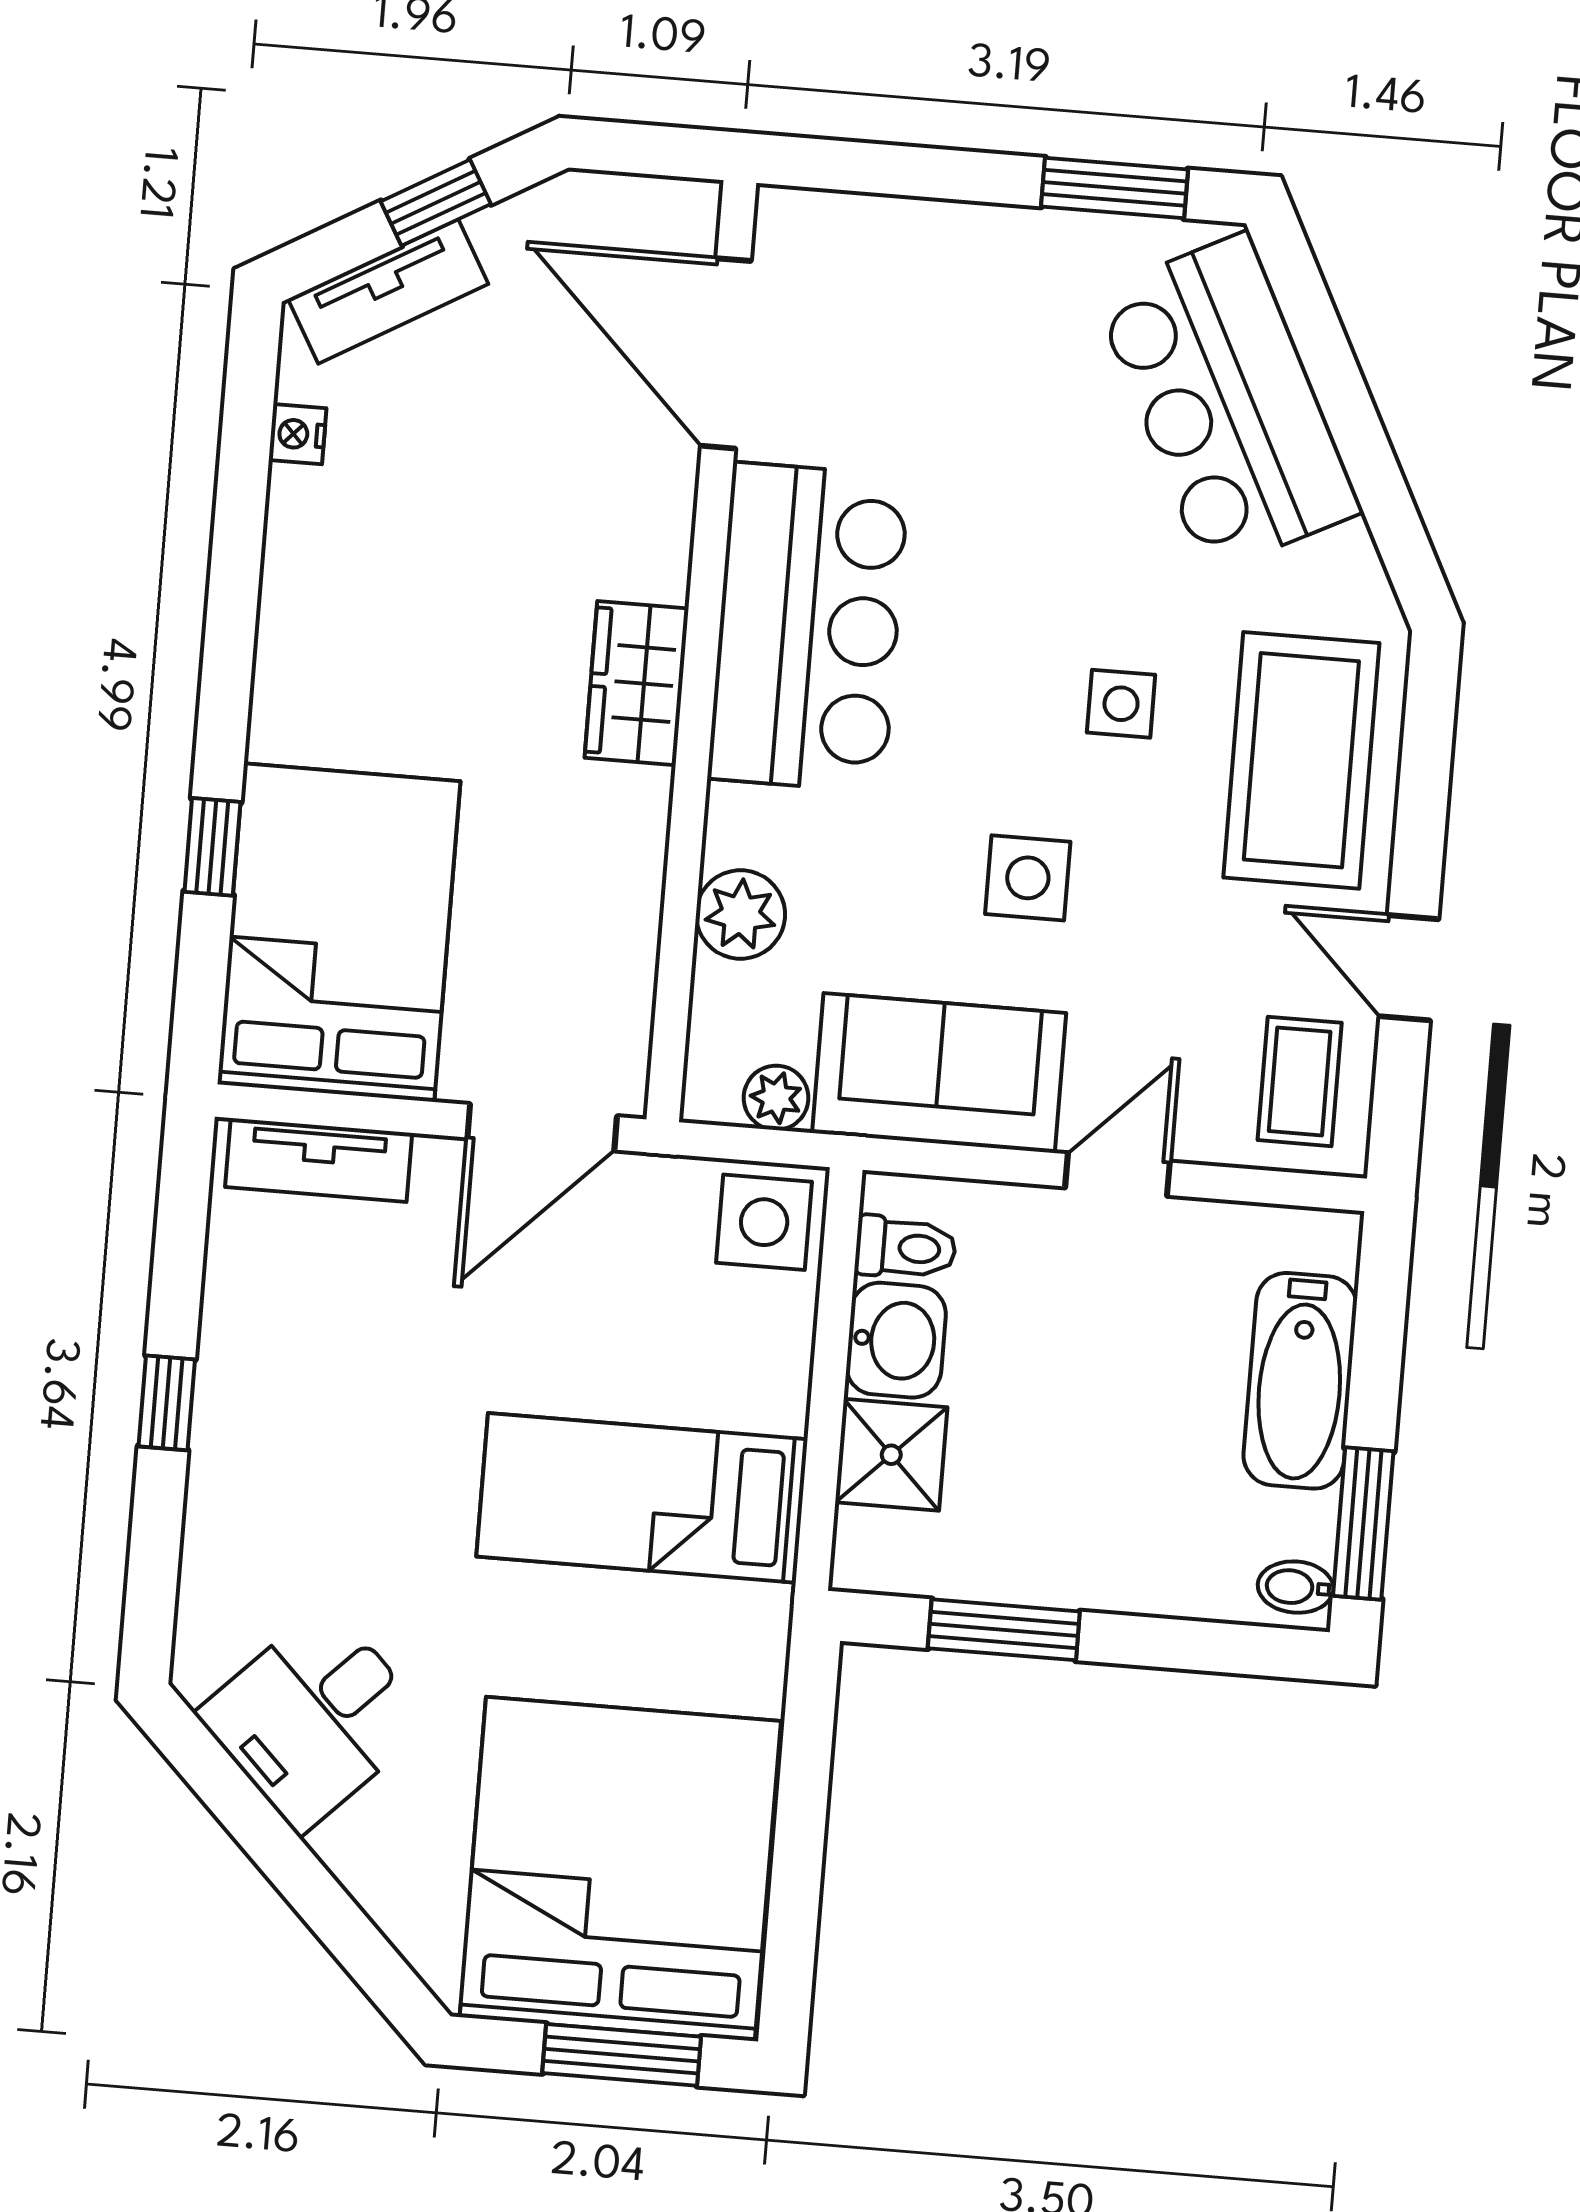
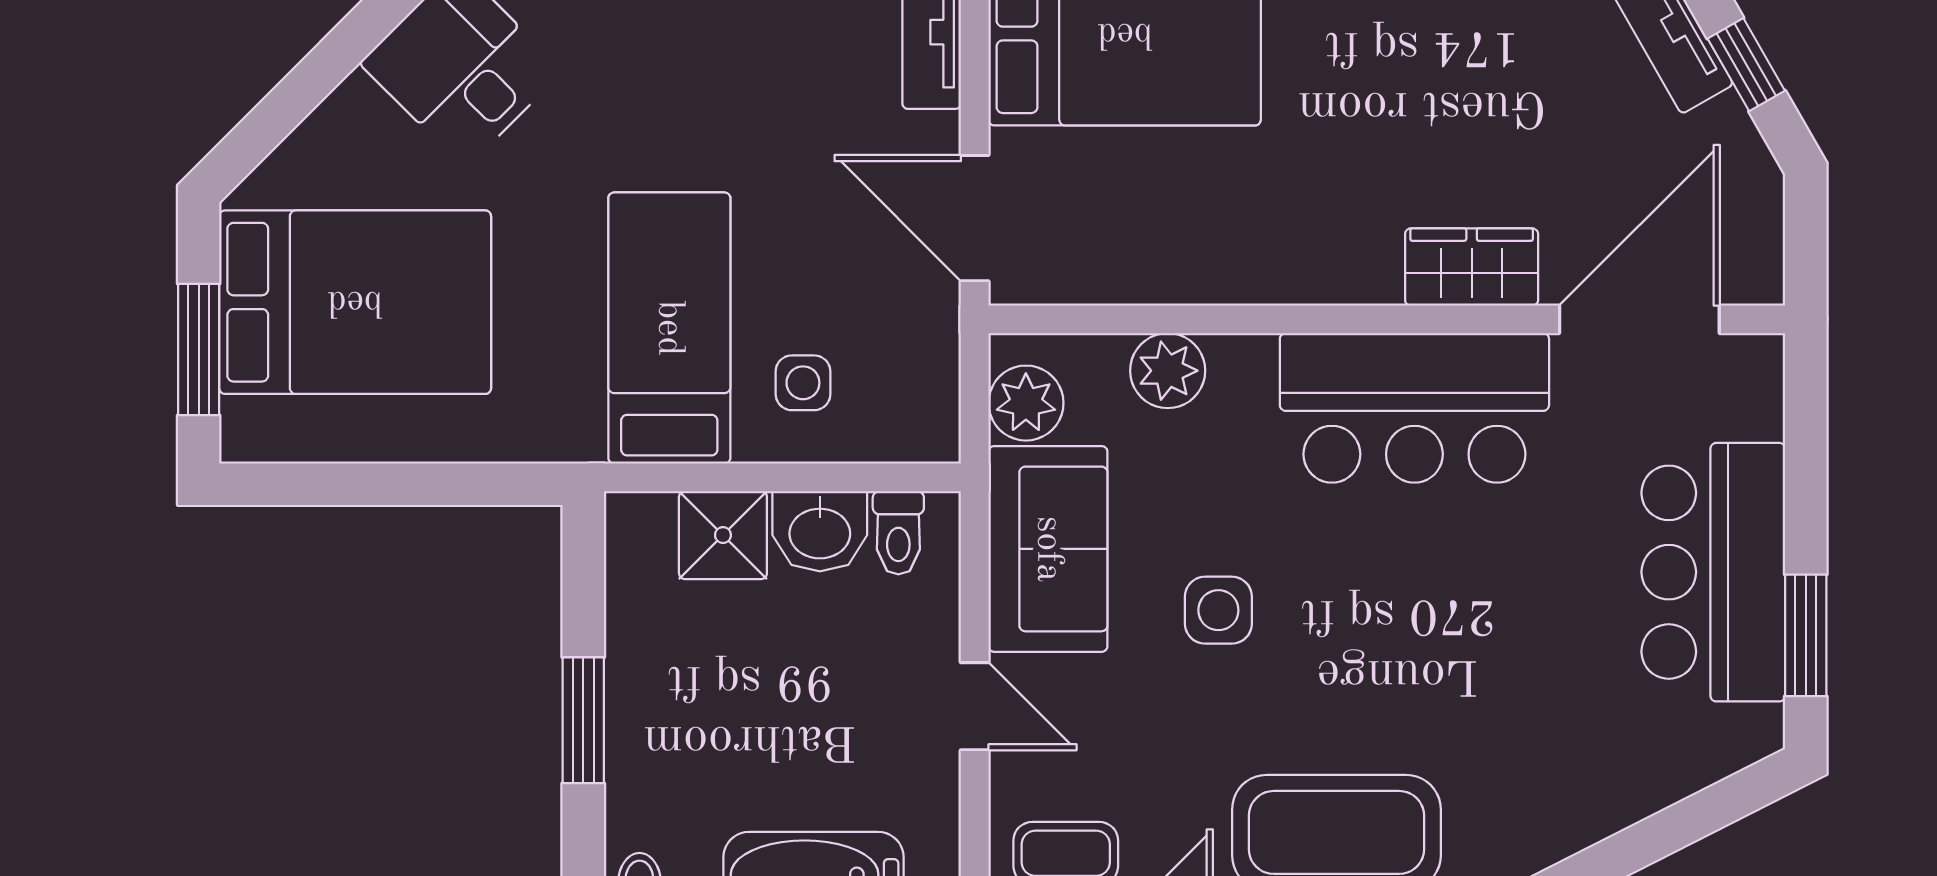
bar counter: (1228, 403) -> (1713, 572), moved, turned -63
wardrobe: (637, 683) -> (1472, 267), moved
side table: (1121, 704) -> (1372, 677), removed
plant: (776, 1098) -> (1026, 403), width x1.38, depth x1.38
side table: (764, 1222) -> (803, 383), moved, width x0.73, depth x0.73
window: (1004, 1630) -> (583, 720), moved
bed: (620, 1869) -> (355, 302), width x0.73

